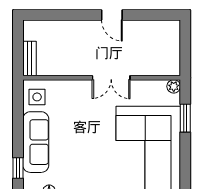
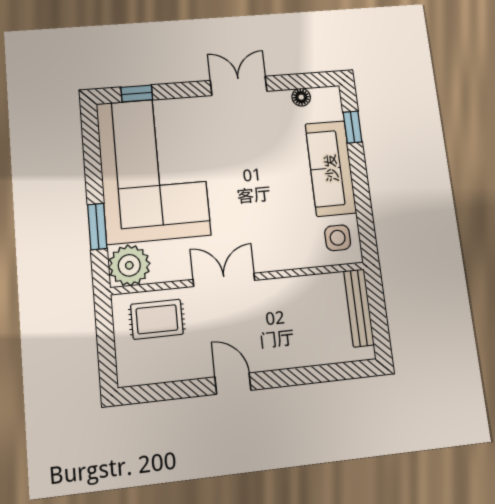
bench: (29, 58) -> (359, 308), width x1.36
rug: (154, 58) -> (157, 319), added
plant: (174, 86) -> (129, 265), width x1.88, depth x1.88

